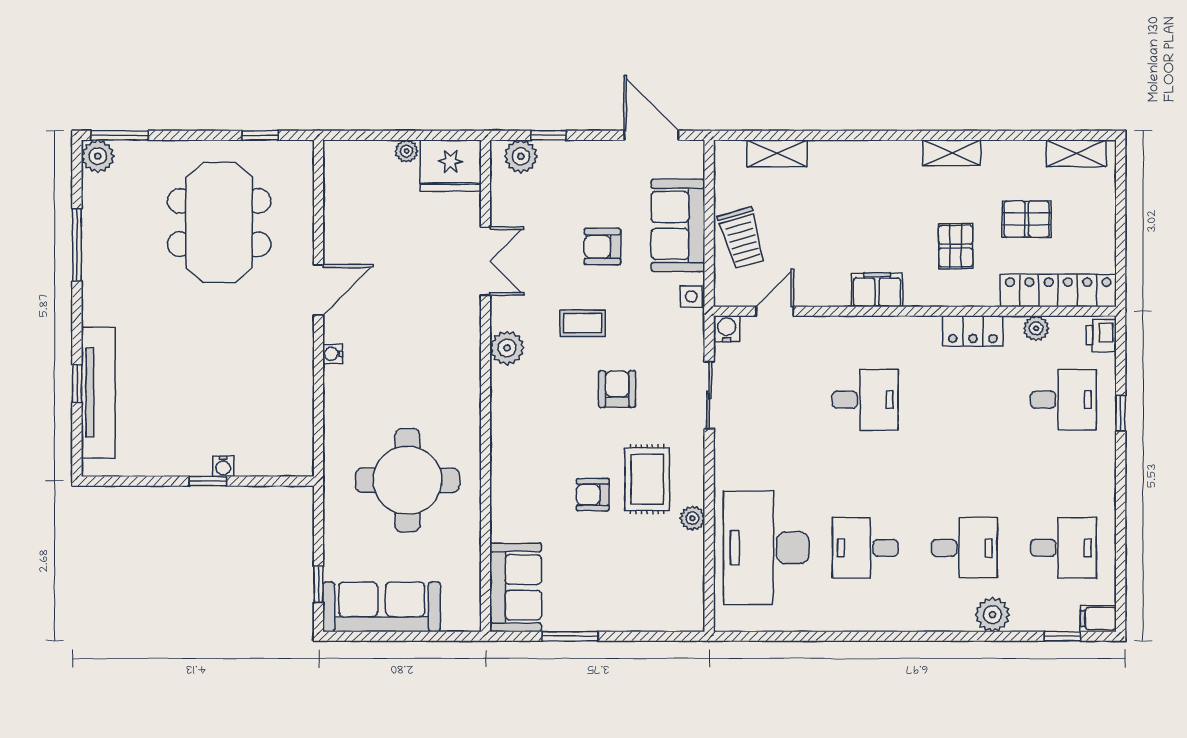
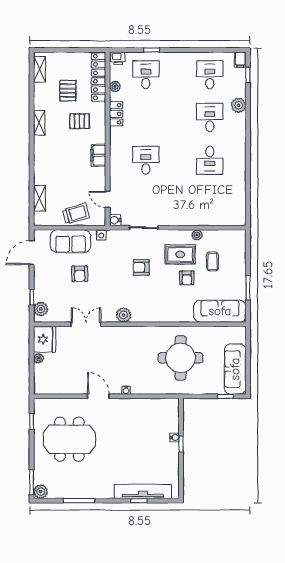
coffee table: (583, 323) -> (212, 261), moved
desk: (766, 548) -> (210, 203), removed
sofa: (516, 587) -> (220, 311), width x1.36

